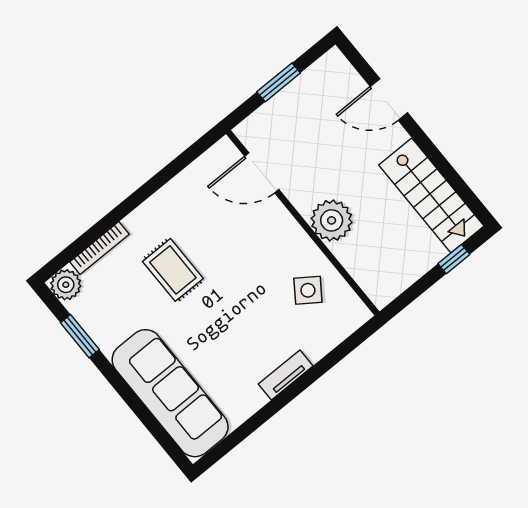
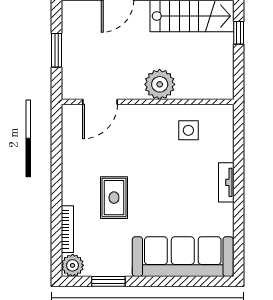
rug: (173, 270) -> (114, 198), turned 90
side table: (308, 290) -> (188, 130), turned -35

